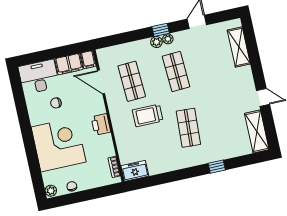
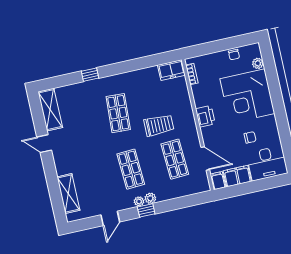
plant: (51, 191) -> (258, 63), moved

